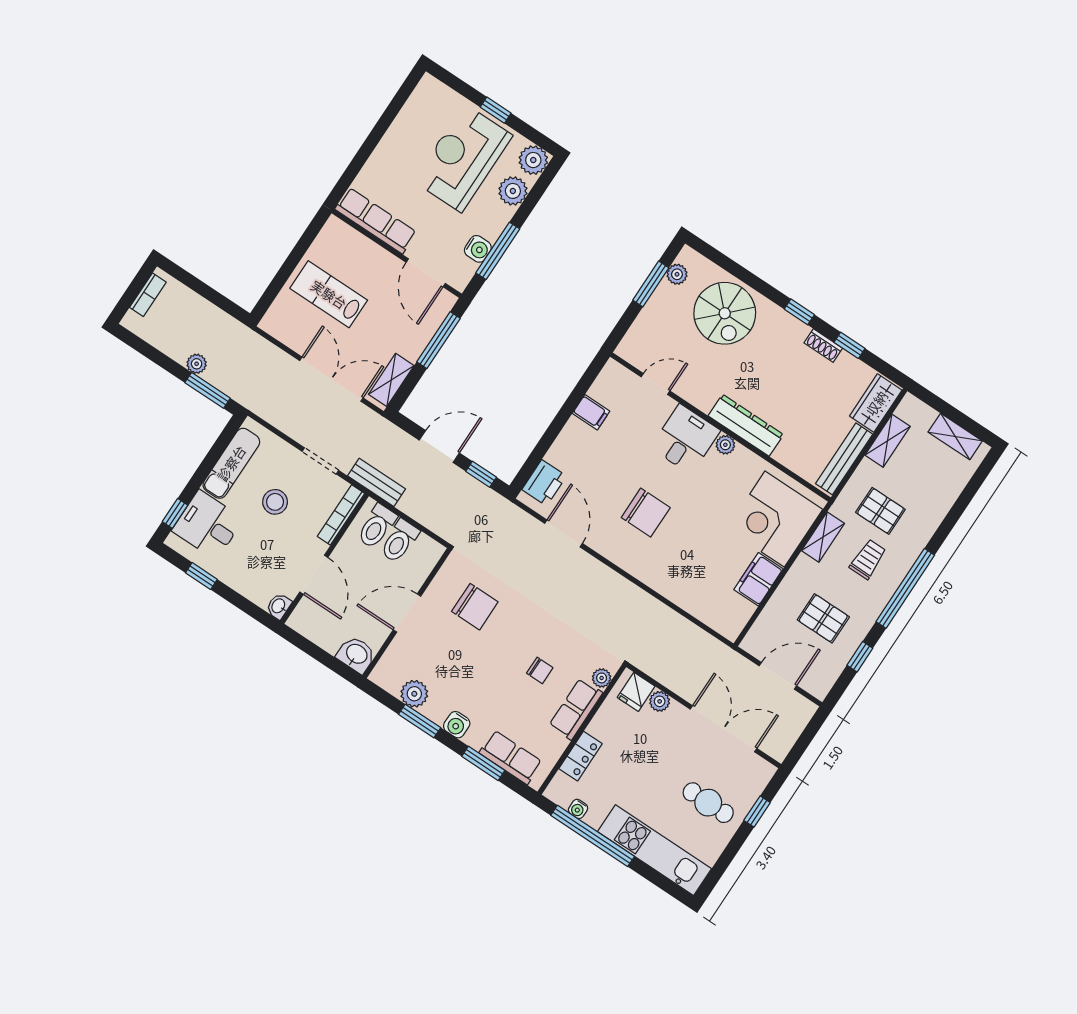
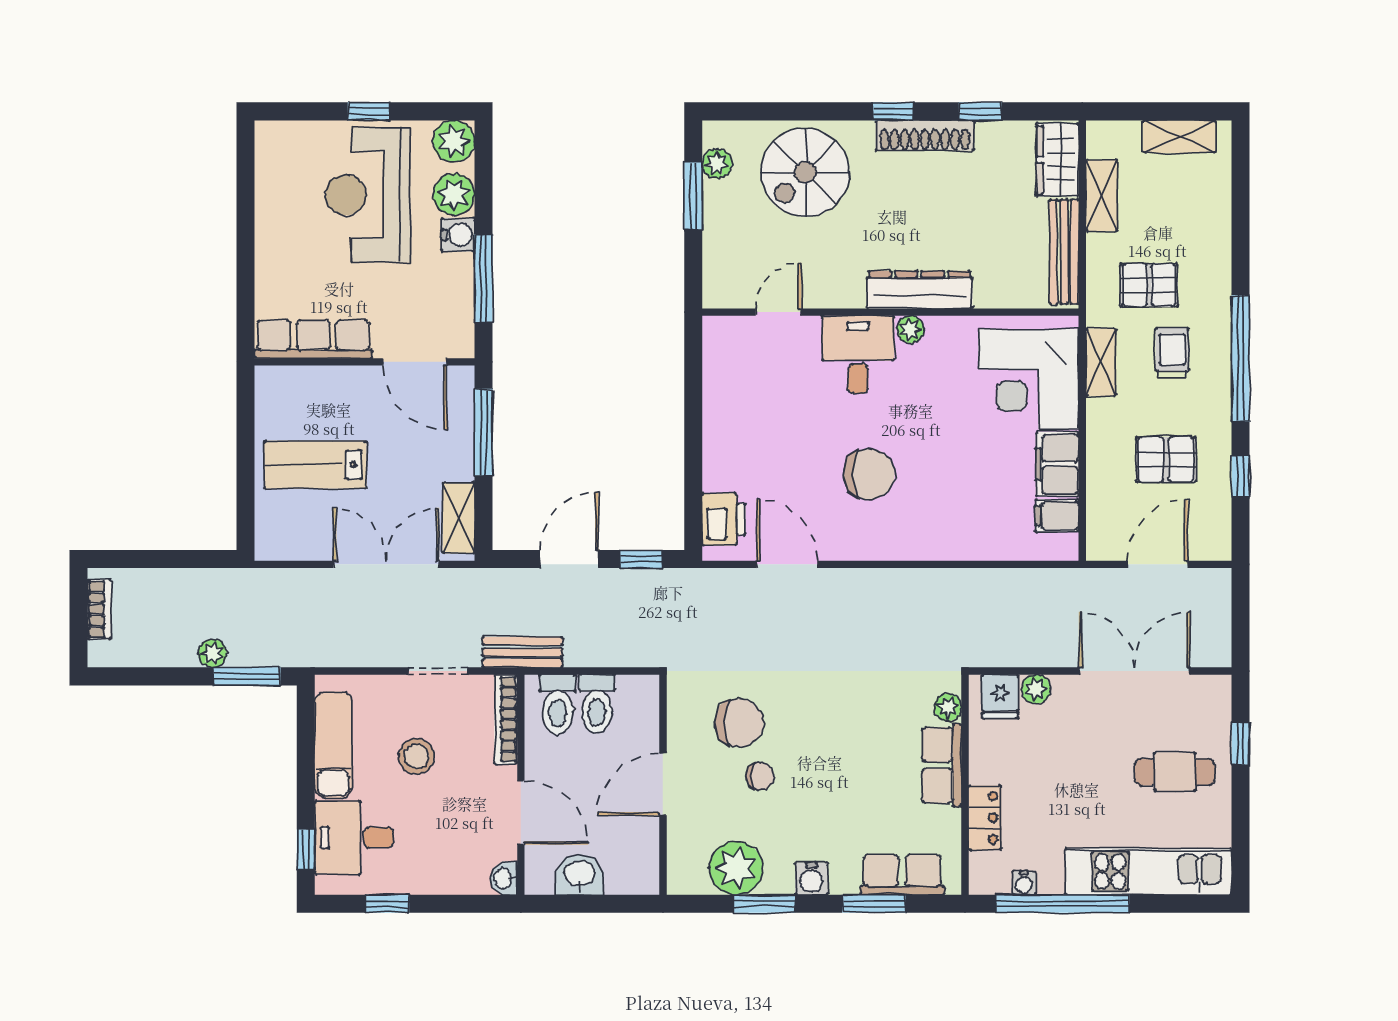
water cooler: (478, 249) -> (458, 235), moved
spiral stairs: (725, 313) -> (805, 172), turned 90
shoe rack: (823, 346) -> (925, 135), width x1.94, depth x1.24
filing cabinet: (591, 412) -> (1057, 515), moved, turned 180
washbasin: (356, 655) -> (580, 875), moved
chair: (540, 670) -> (760, 776), moved
plant: (414, 694) -> (736, 868), width x1.36, depth x1.36

